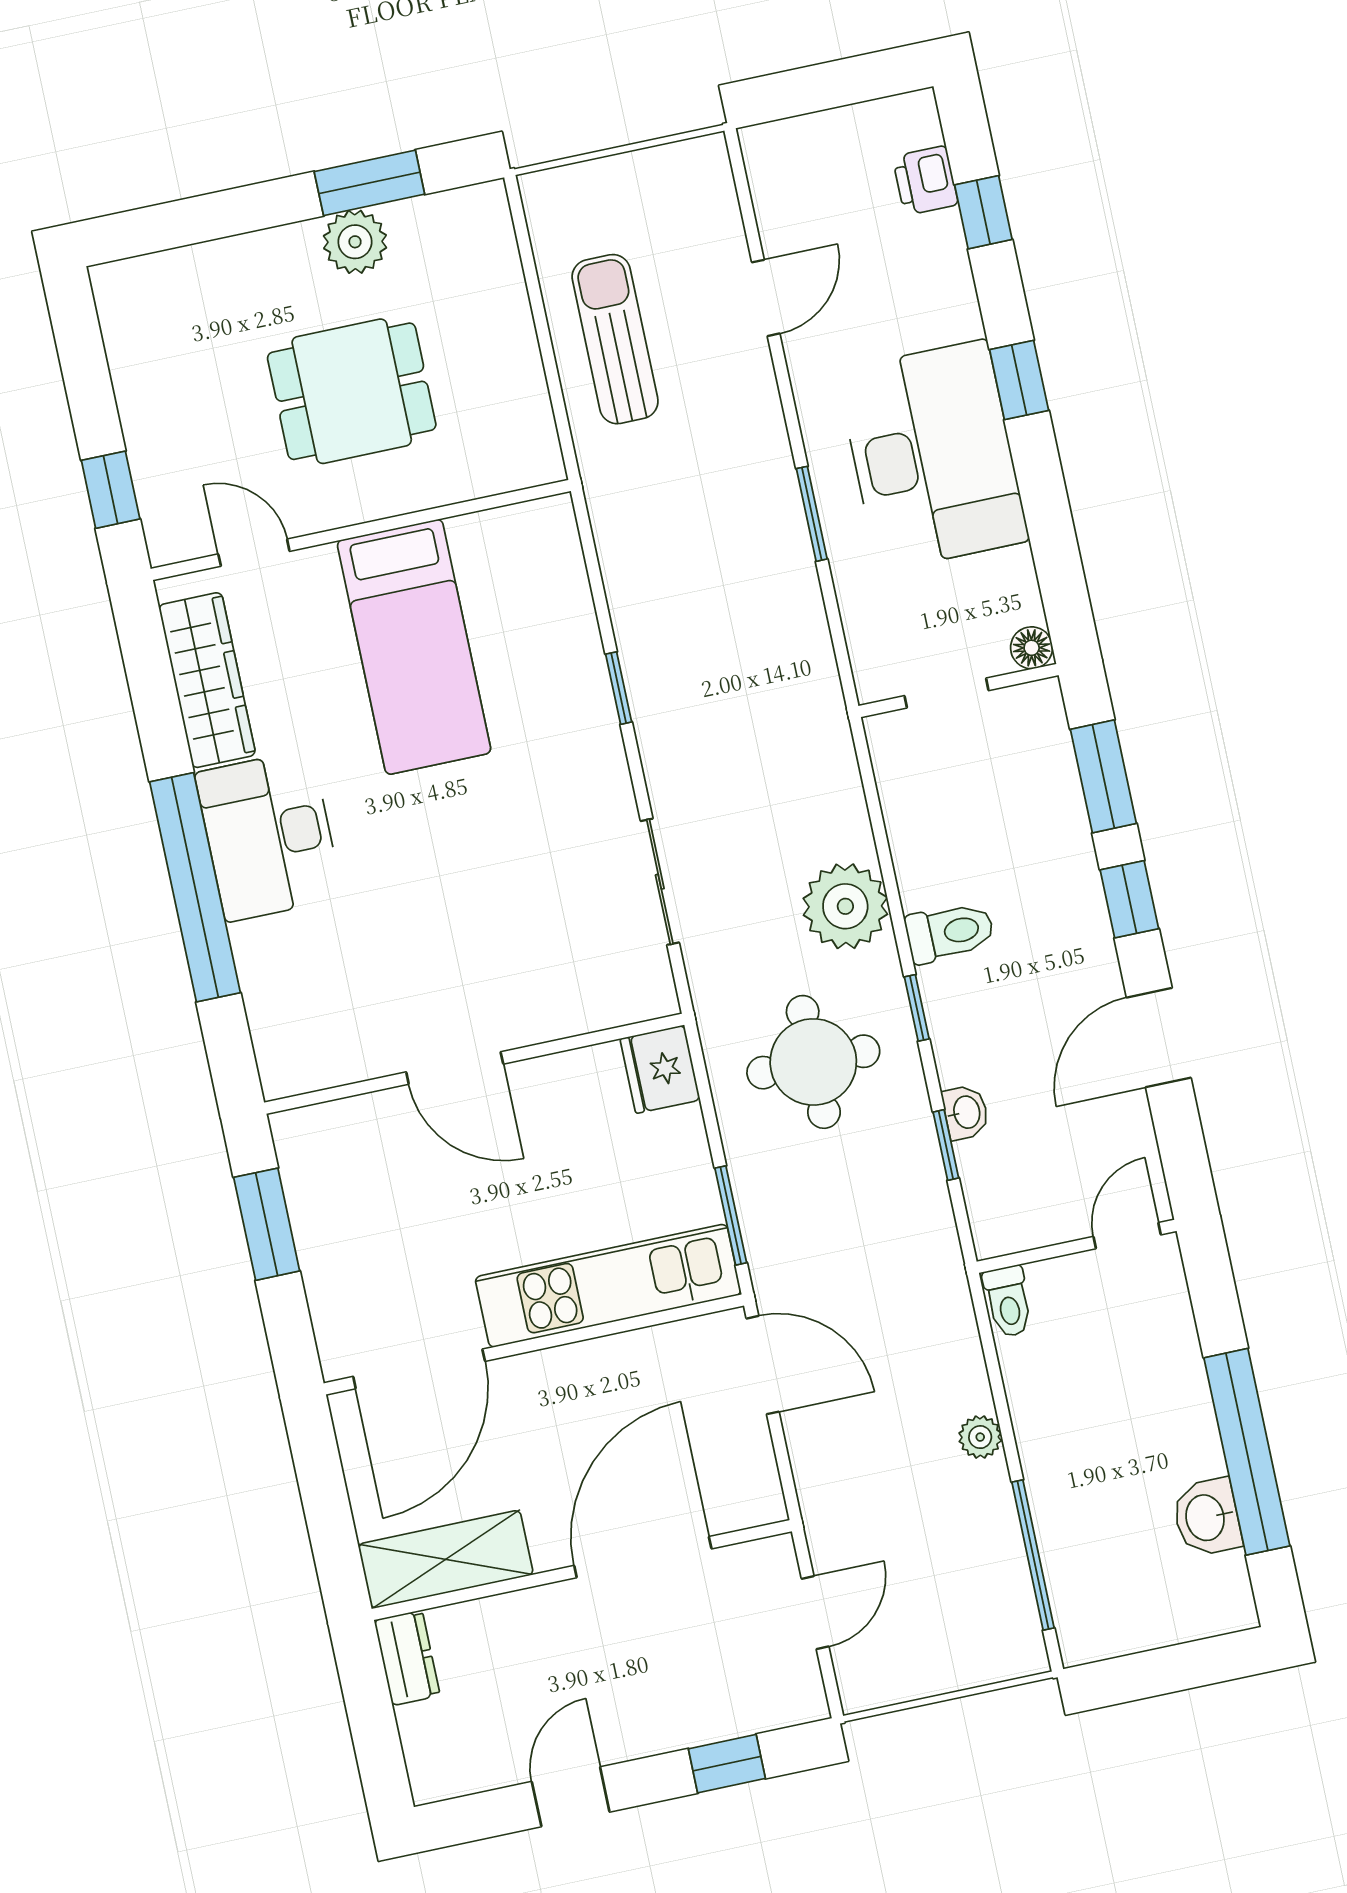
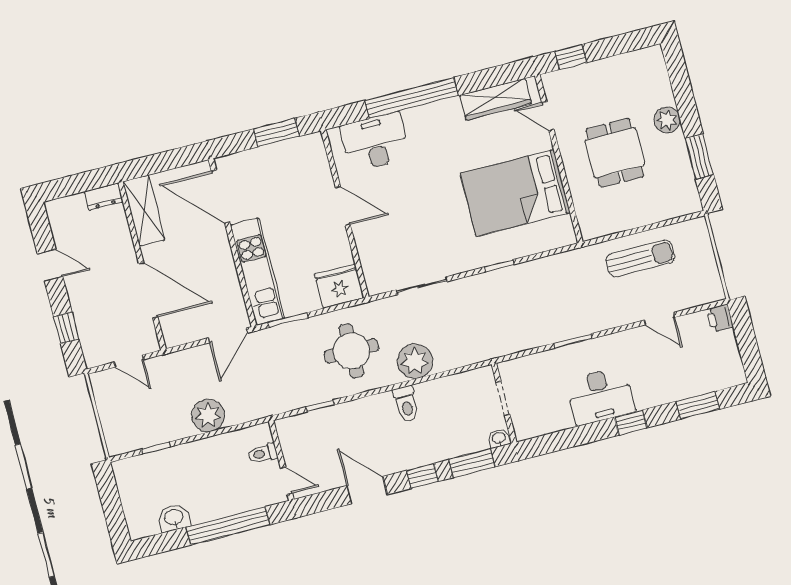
printer: (925, 181) -> (720, 318), moved, turned -90
window: (983, 212) -> (698, 405), width x1.50
plant: (355, 242) -> (667, 120), moved
desk: (933, 456) -> (600, 396), width x0.73, depth x0.77
door: (254, 553) -> (548, 116), swing flipped
bed: (414, 647) -> (515, 193), width x1.50
floor lamp: (1032, 648) -> (523, 432), removed
desk: (269, 836) -> (375, 142), moved
window: (917, 1008) -> (375, 392), removed
door: (455, 1068) -> (343, 206), swing flipped
fridge: (660, 1069) -> (339, 286), width x1.36, depth x1.34
washbasin: (966, 1112) -> (499, 438), moved, turned 180
toilet: (1008, 1301) -> (263, 453), moved
plant: (980, 1437) -> (208, 415), width x1.88, depth x1.88
window: (1247, 1452) -> (228, 526), moved
window: (1033, 1555) -> (156, 448), width x0.46

